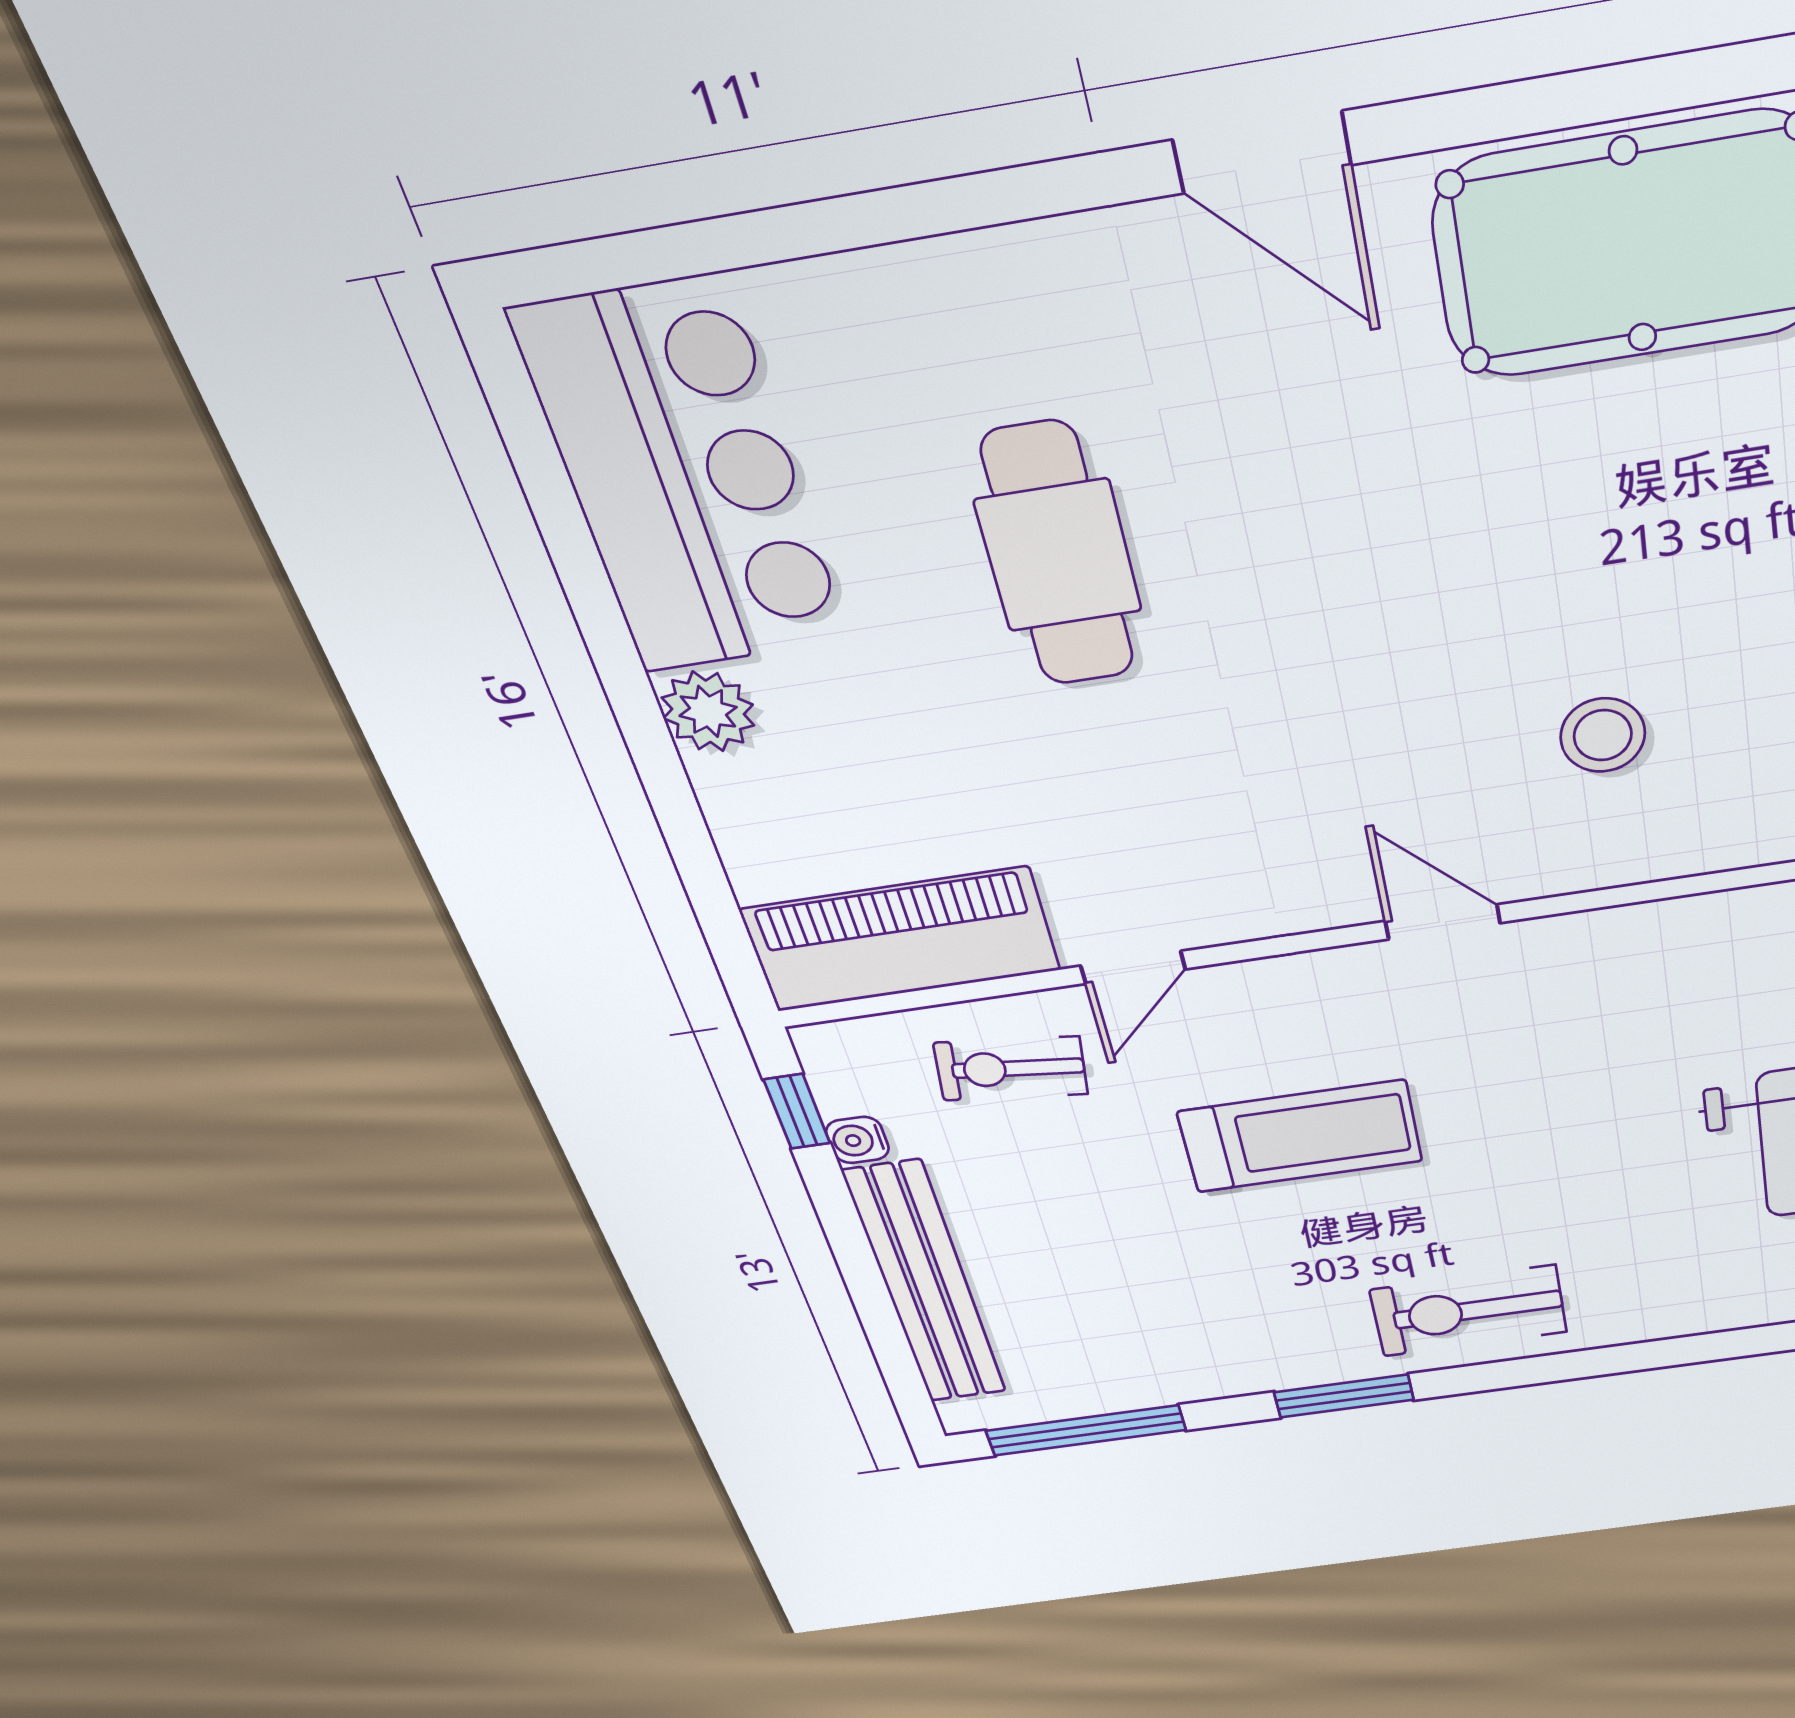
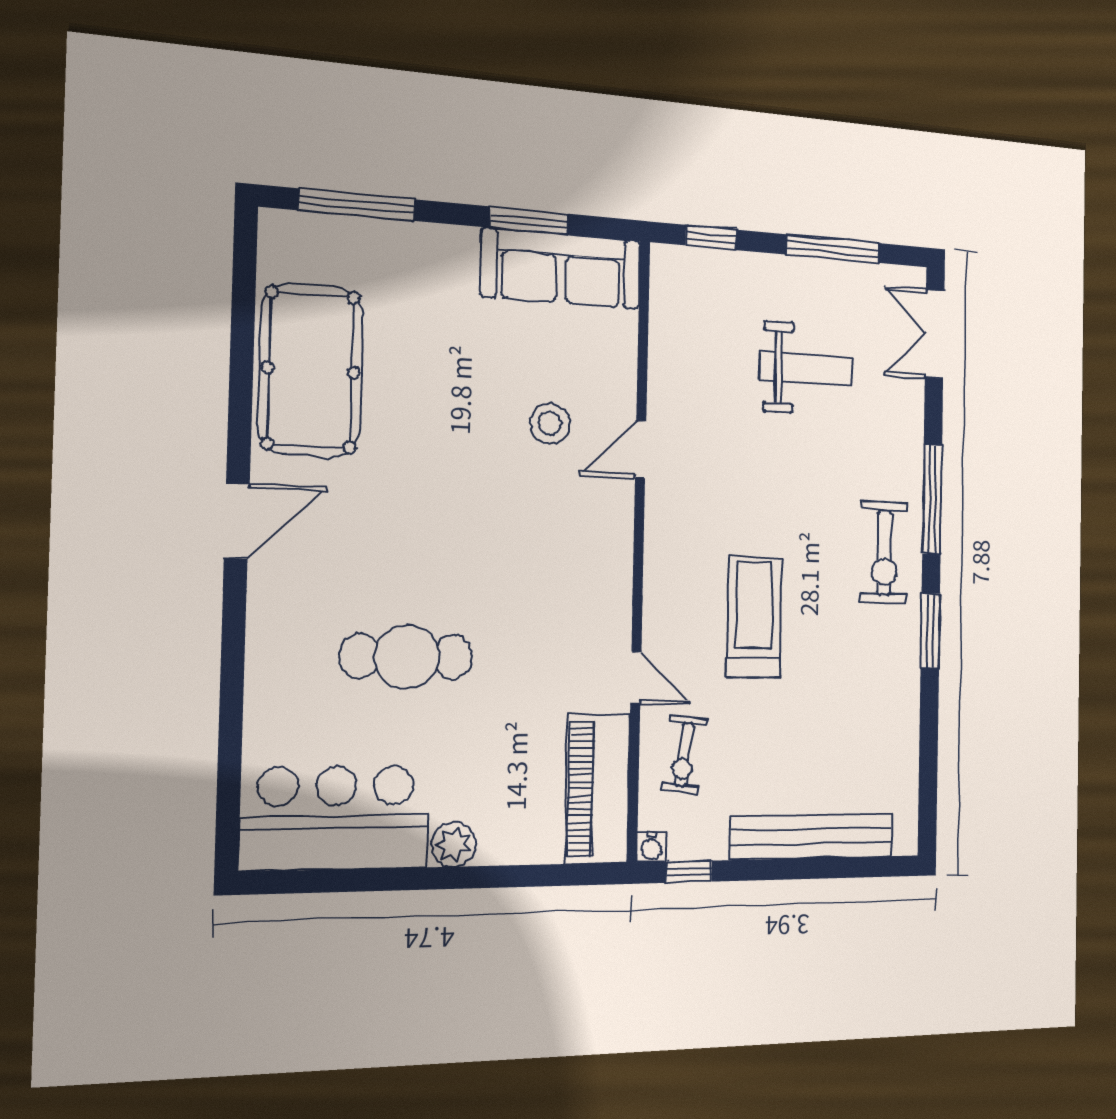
door: (1443, 922) -> (641, 450), moved
water cooler: (857, 1140) -> (651, 847), moved
window: (1086, 1430) -> (932, 499), moved

